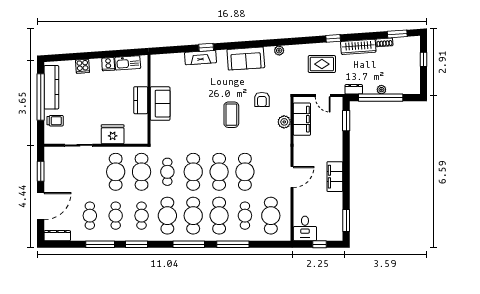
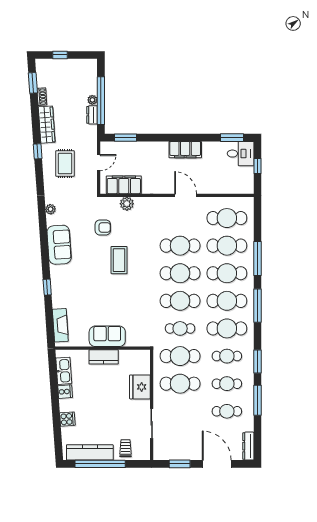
fireplace: (200, 58) -> (60, 325), moved
dresser: (354, 89) -> (92, 115), moved
coffee table: (231, 115) -> (119, 260), turned 90
cafe table: (245, 216) -> (227, 246), width x1.37, depth x1.35
desk: (305, 228) -> (241, 154), moved

